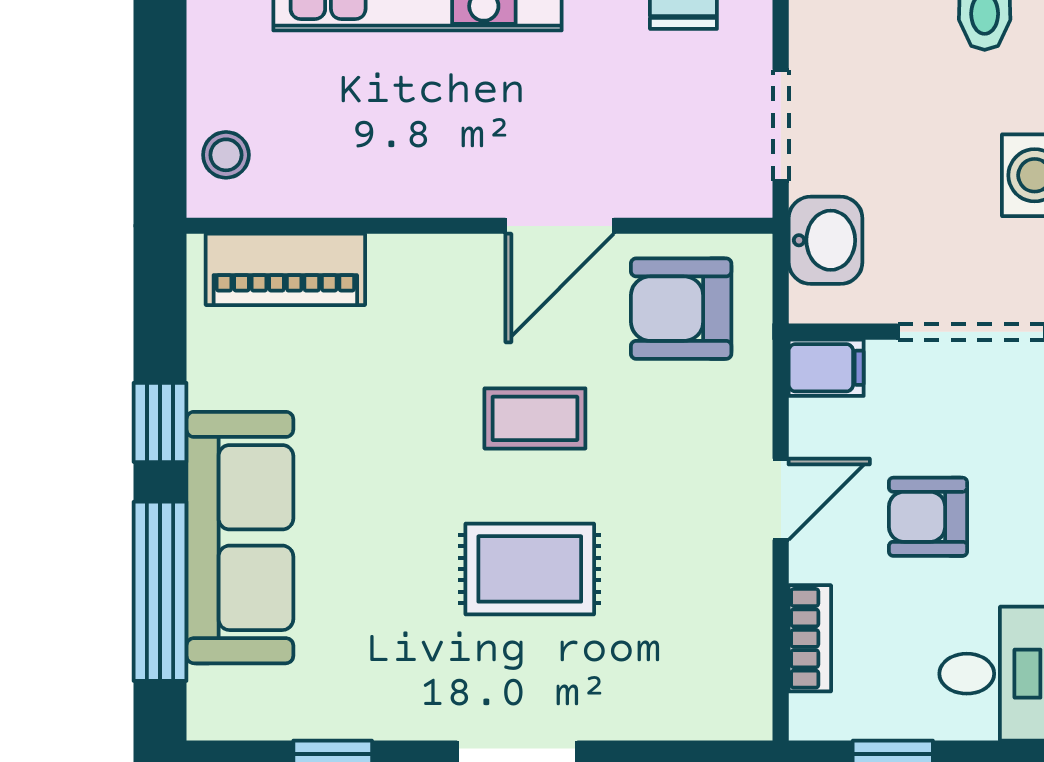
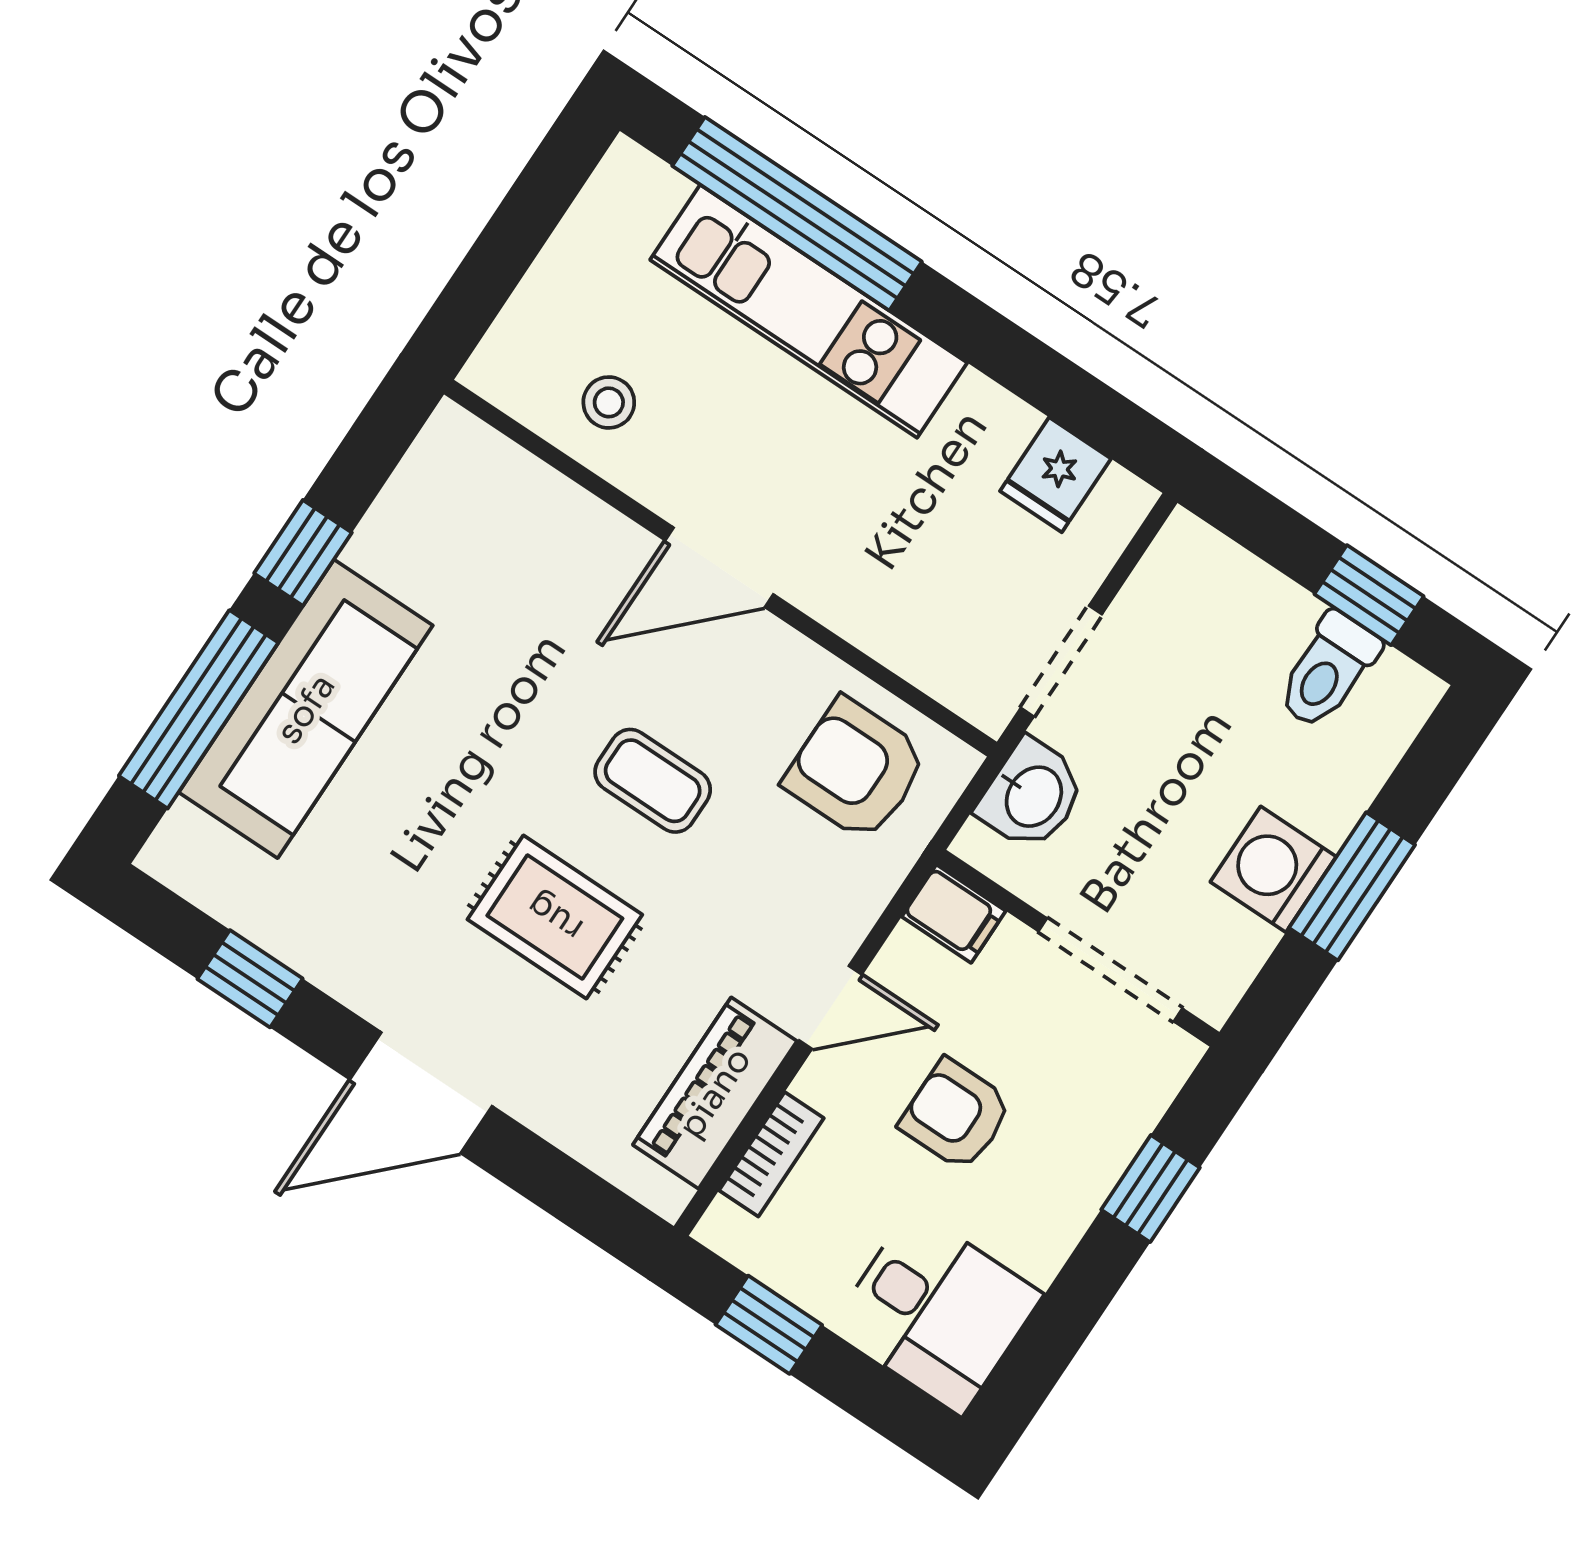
stool: (226, 155) -> (609, 402), moved
door: (560, 226) -> (719, 567), moved
piano: (285, 269) -> (715, 1093), moved, turned 90

